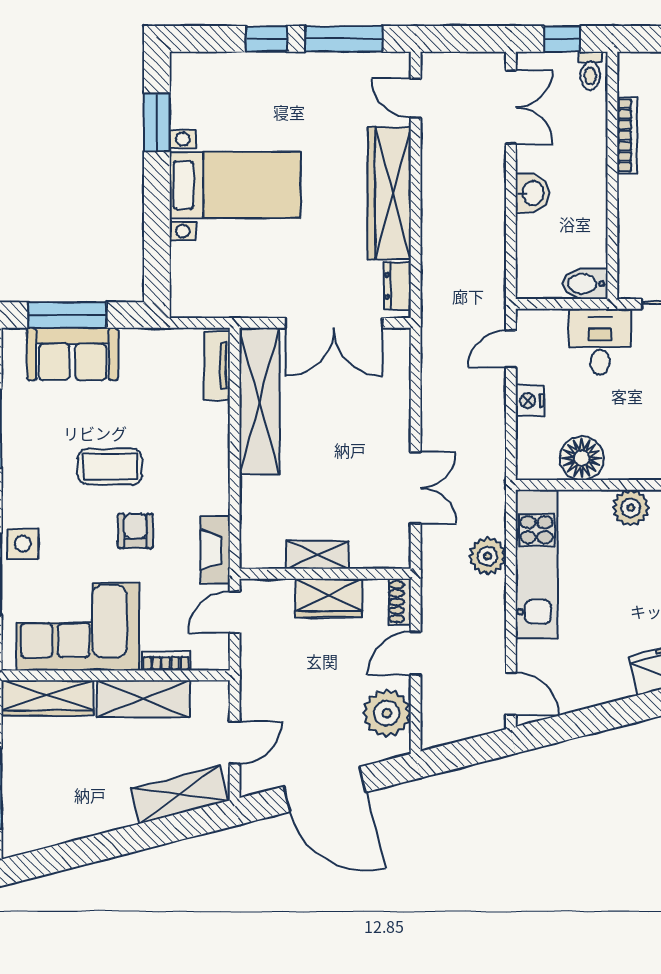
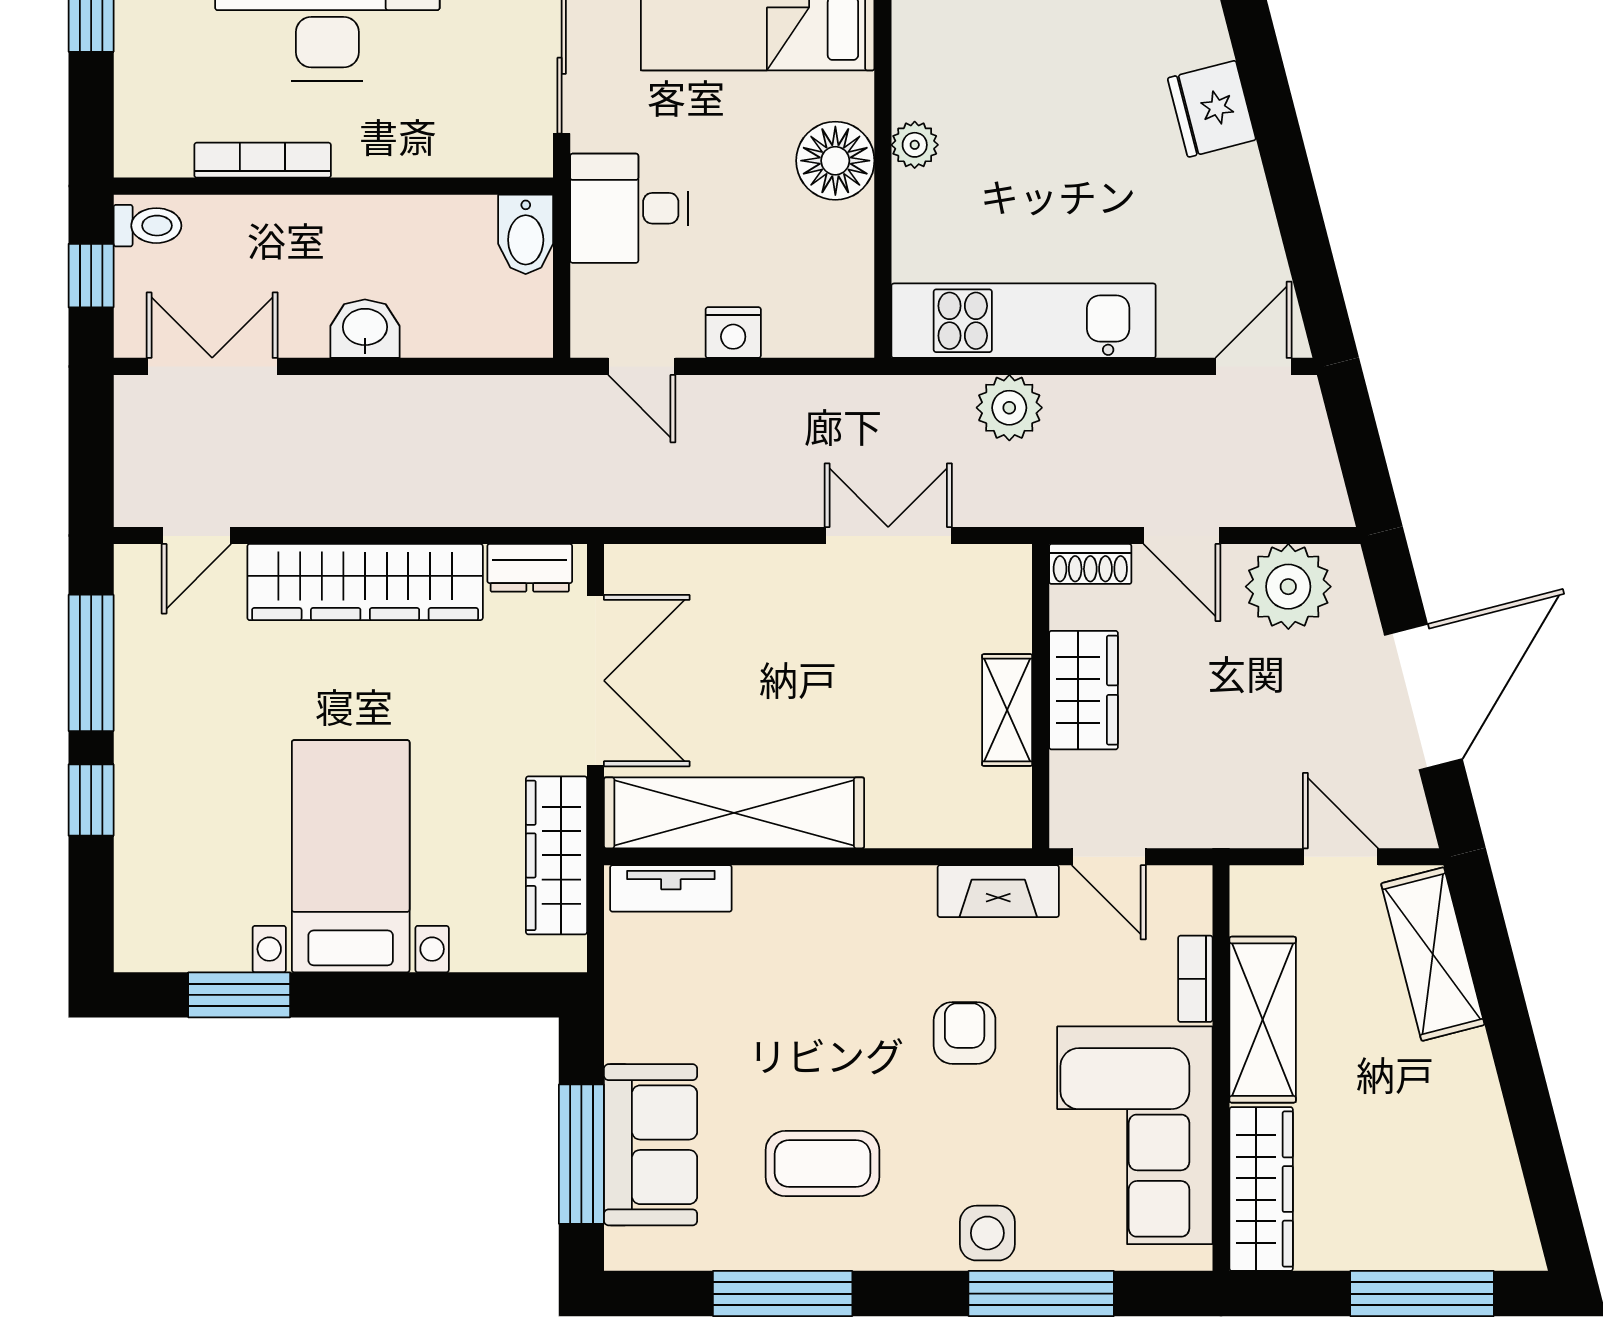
wardrobe: (235, 301) -> (556, 855), added
floor lamp: (582, 458) -> (835, 161), moved
coffee table: (110, 467) -> (822, 1163), moved, turned 90
plant: (631, 508) -> (915, 145), width x0.73, depth x0.73
armchair: (135, 531) -> (965, 1033), turned 90

